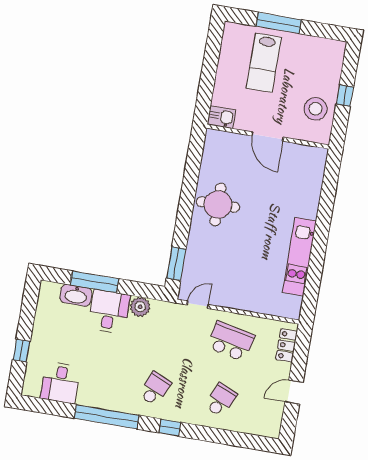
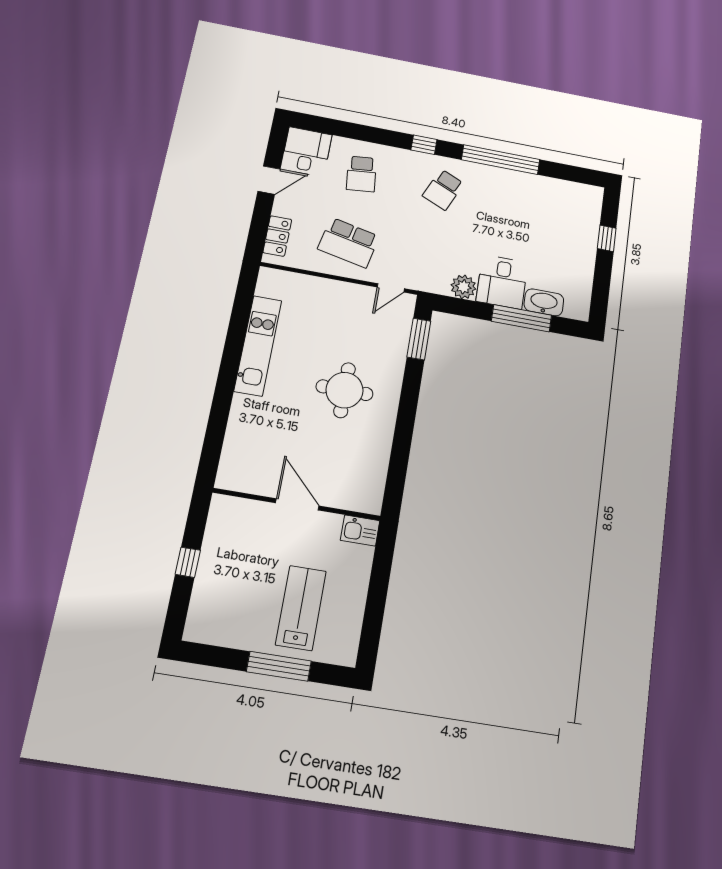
stool: (316, 109) -> (230, 543), removed
round table: (218, 205) -> (344, 390), moved
desk: (60, 383) -> (306, 152), moved
school desk: (221, 400) -> (361, 174), turned -30

